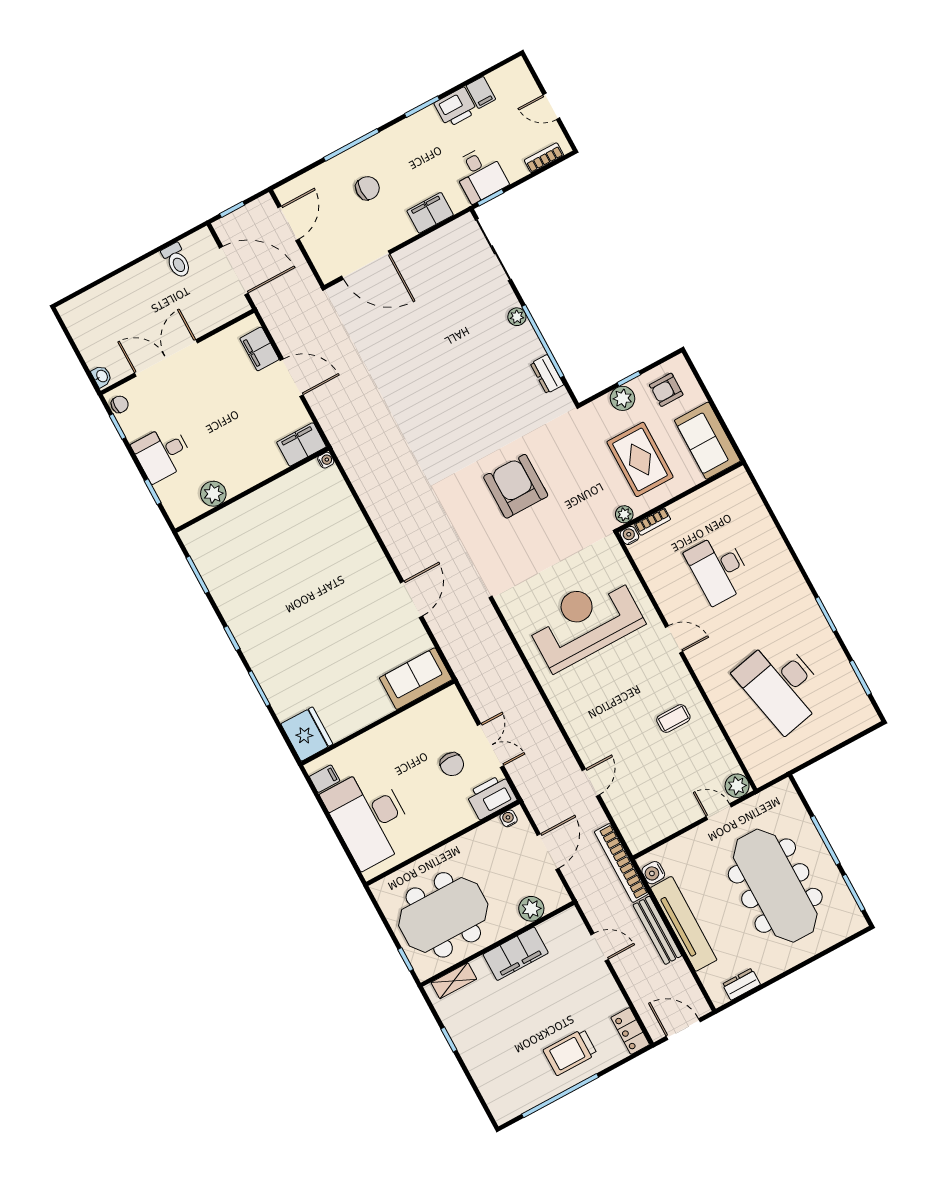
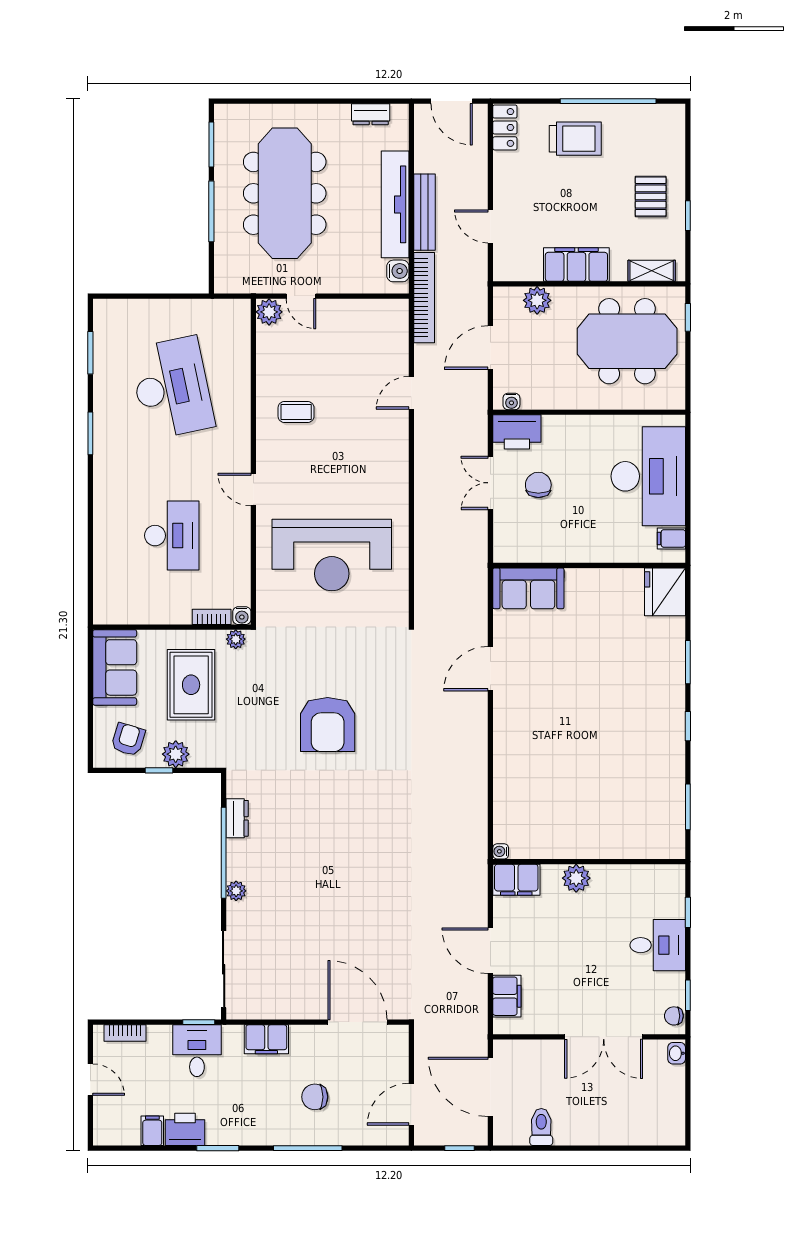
armchair: (666, 390) -> (128, 739), turned -73
plant: (213, 494) -> (576, 878), moved
pallet: (486, 1039) -> (651, 197), added

